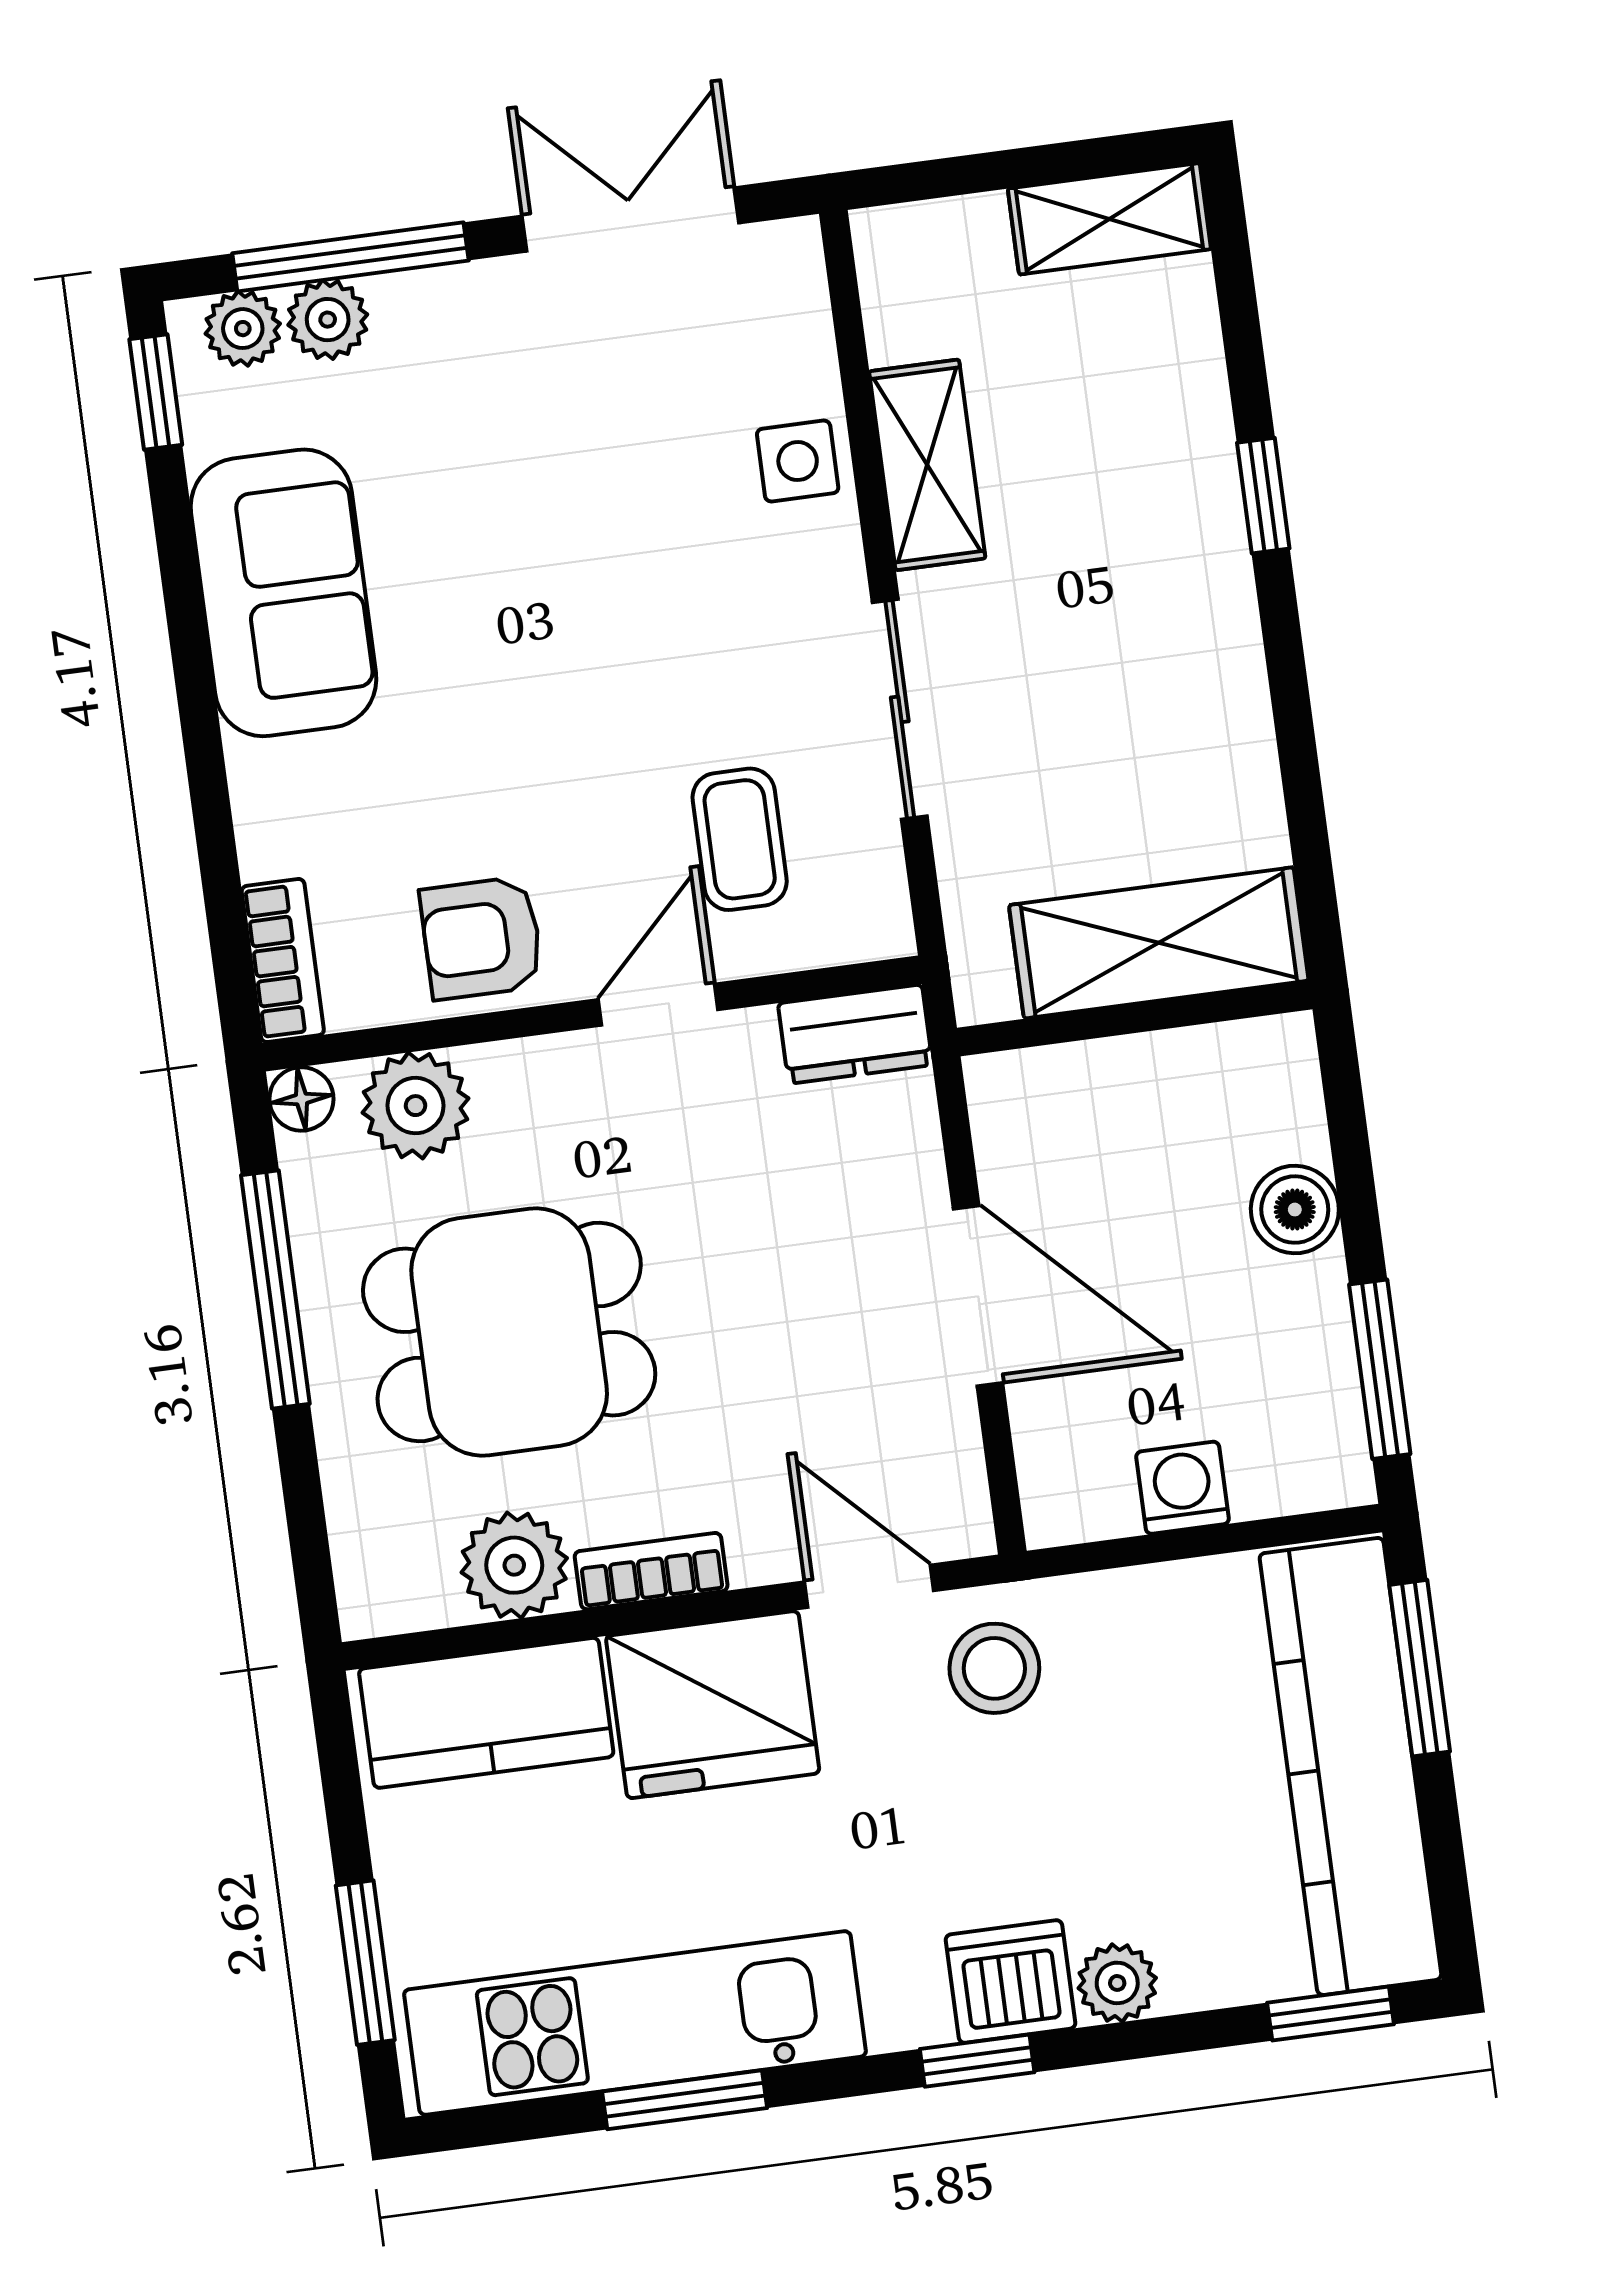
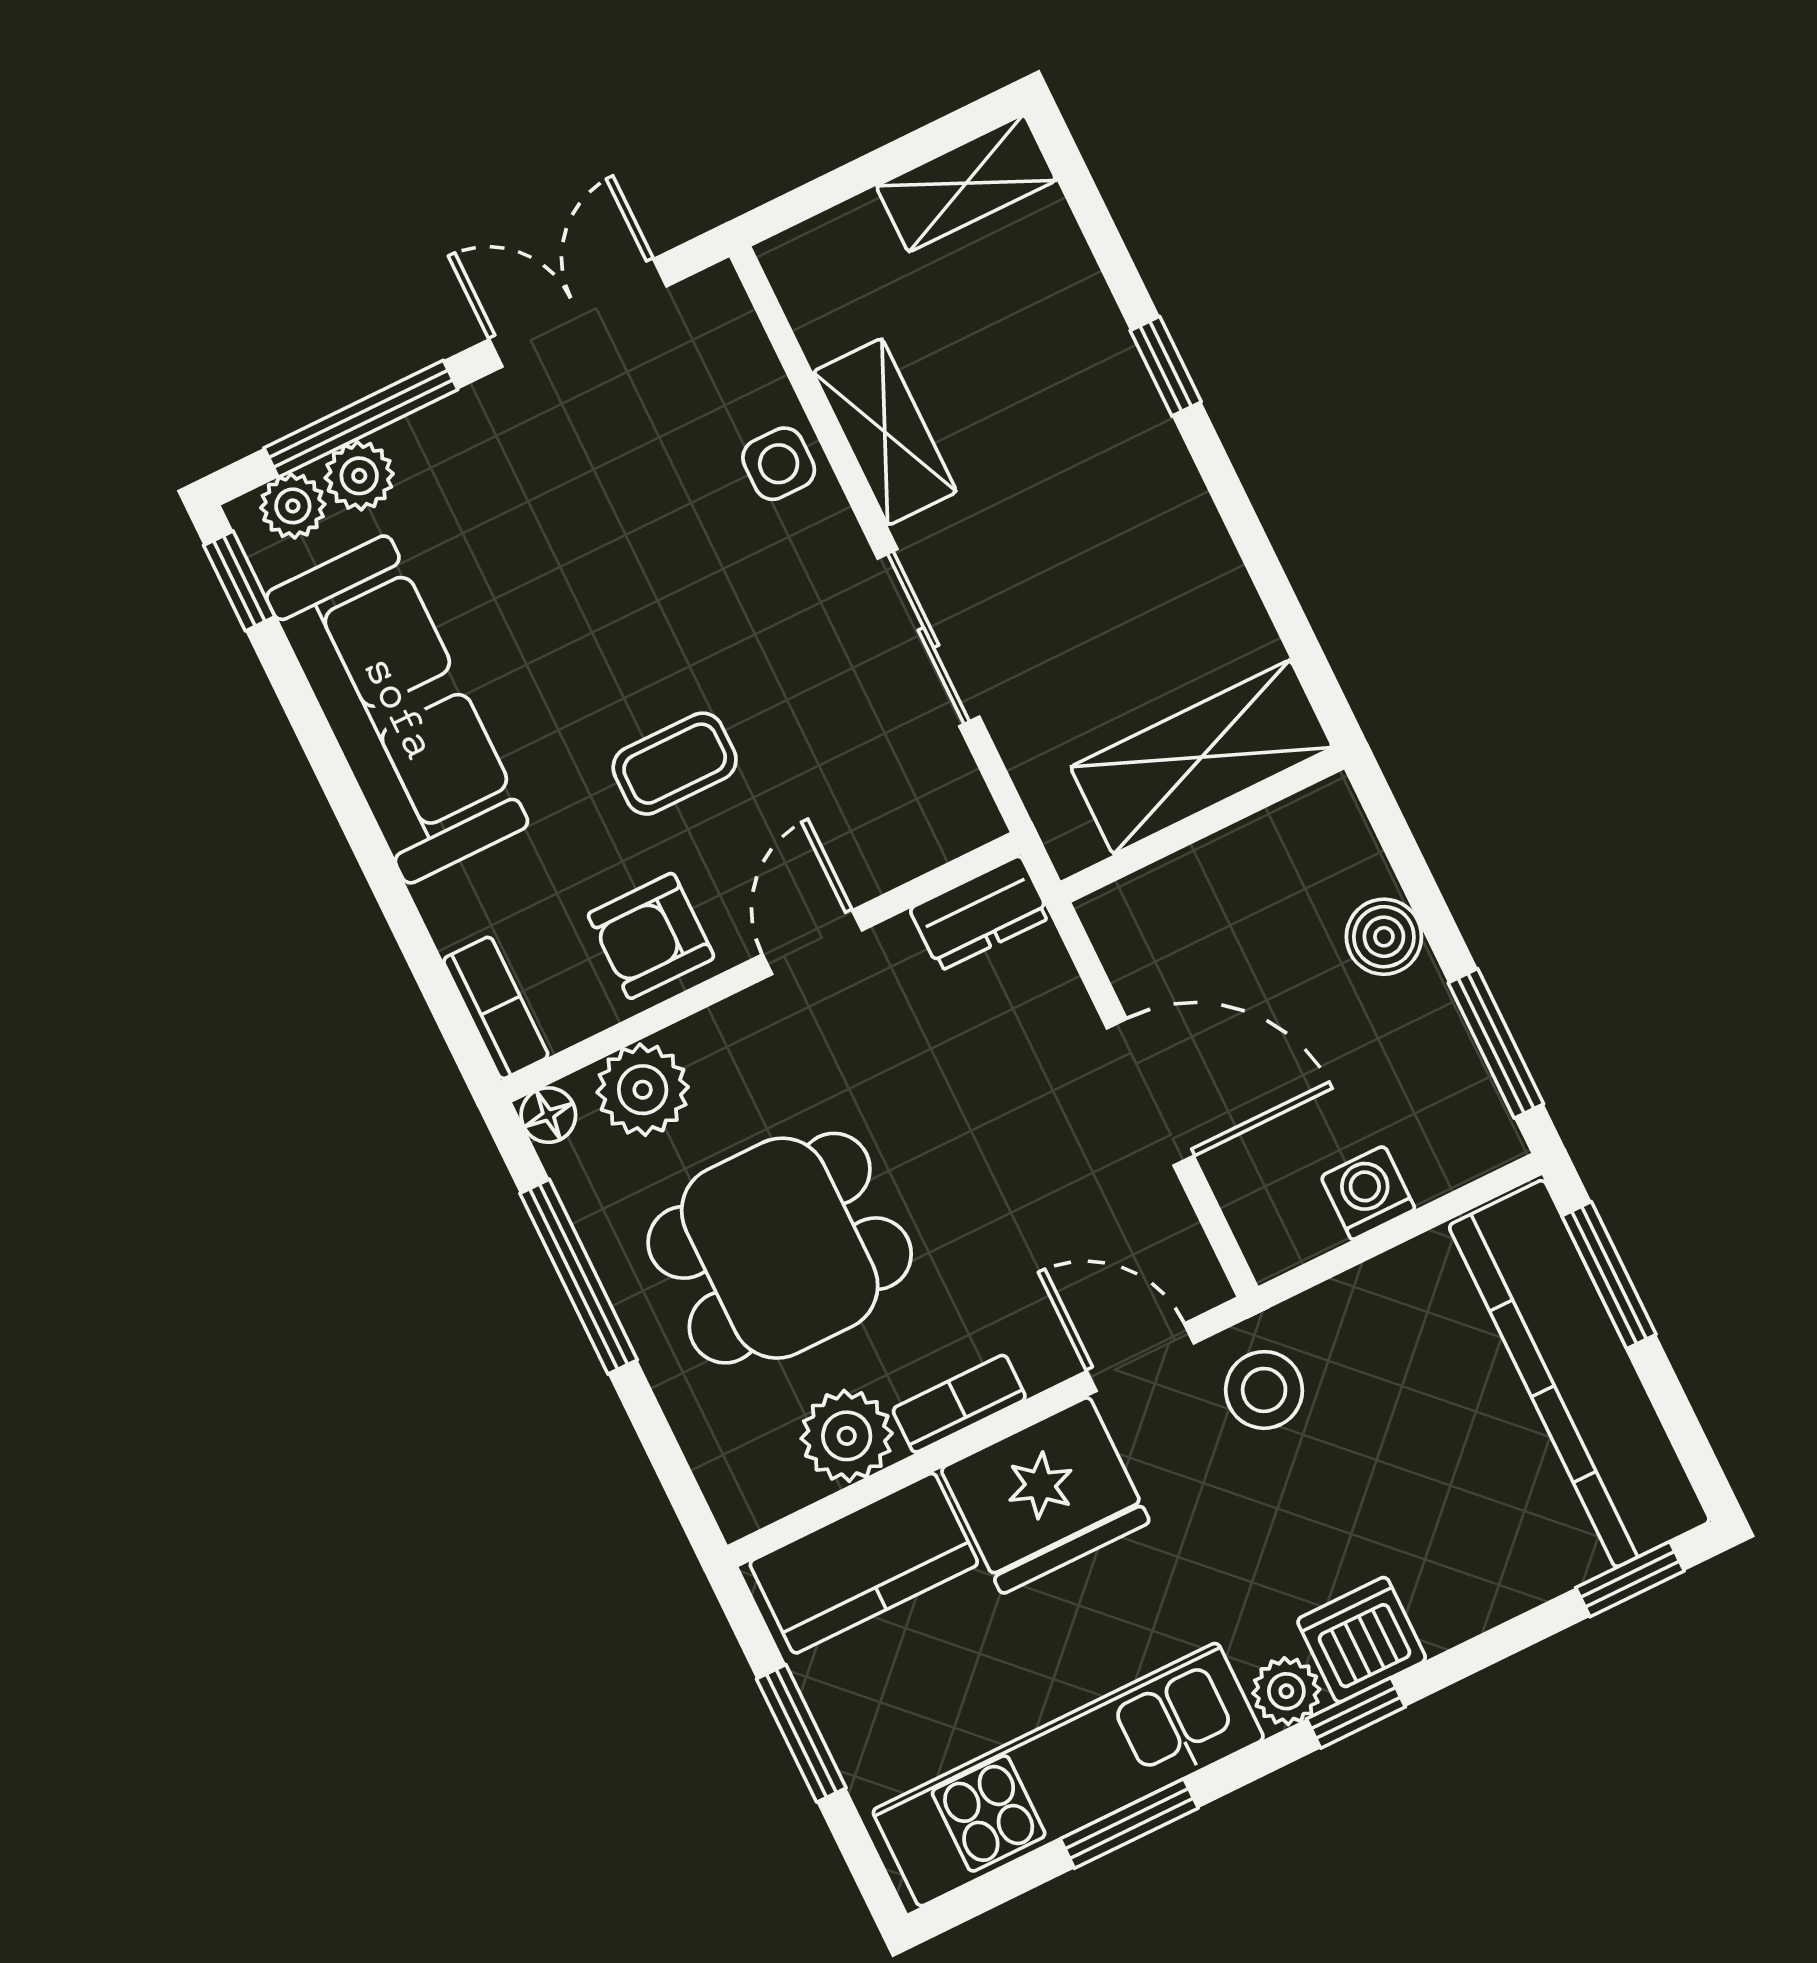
sofa: (283, 593) -> (397, 709), width x1.36
coffee table: (740, 839) -> (675, 764), moved, turned 90
window: (365, 1963) -> (801, 1733), moved
plant: (1117, 1983) -> (1286, 1691), moved

